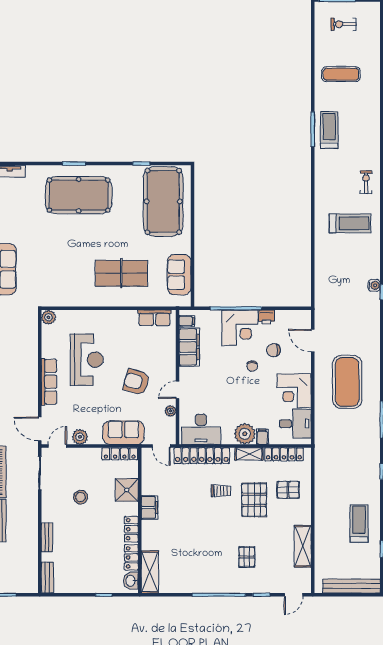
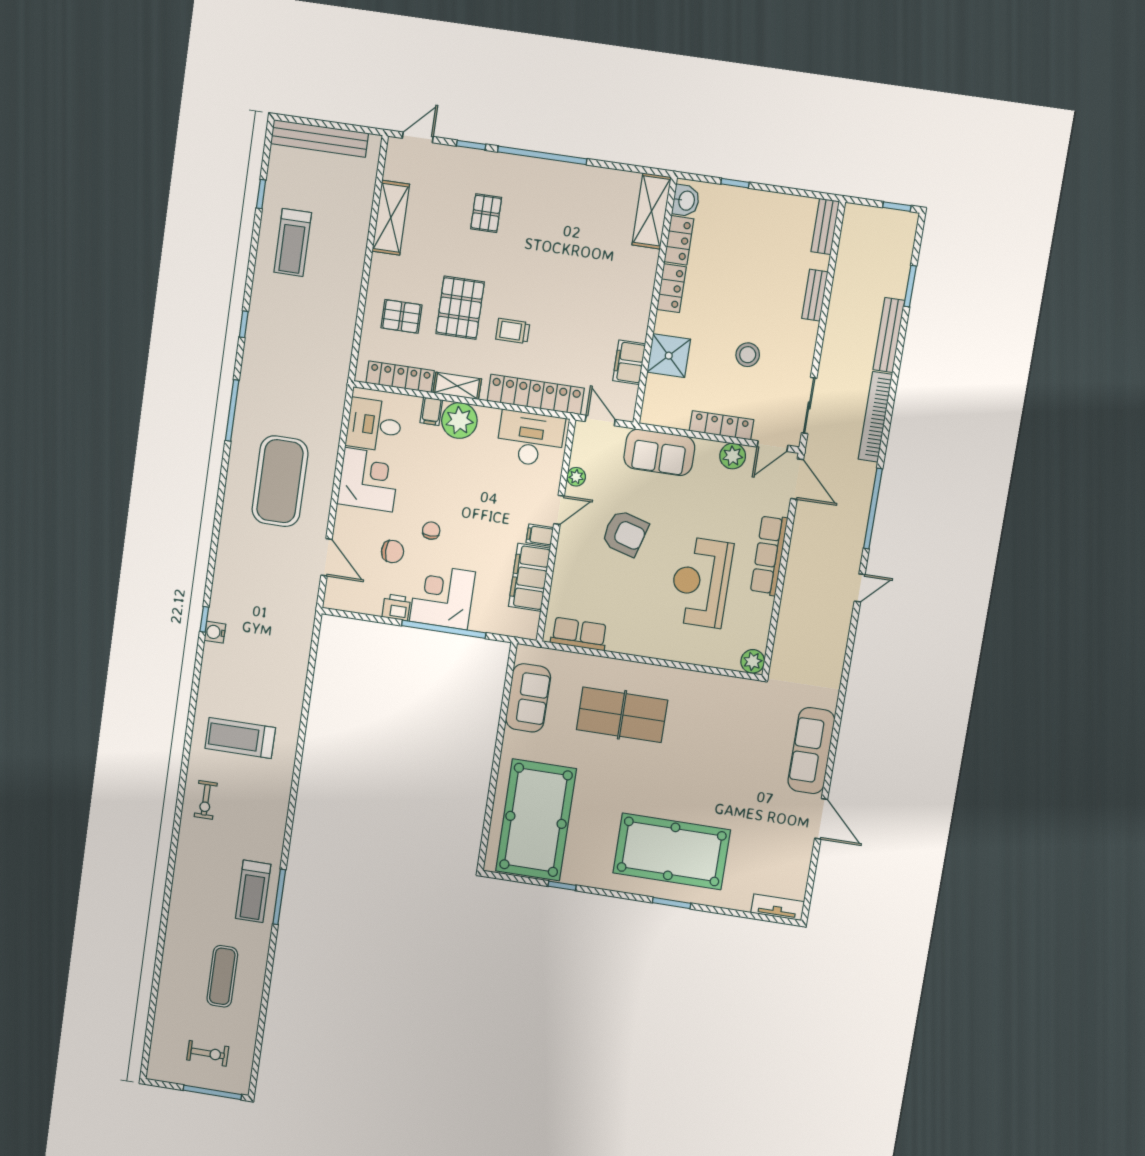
exercise mat: (341, 74) -> (222, 976), turned 90
filing cabinet: (187, 321) -> (540, 535), moved
locker: (120, 454) -> (721, 425), moved
filing cabinet: (149, 507) -> (629, 362), moved

